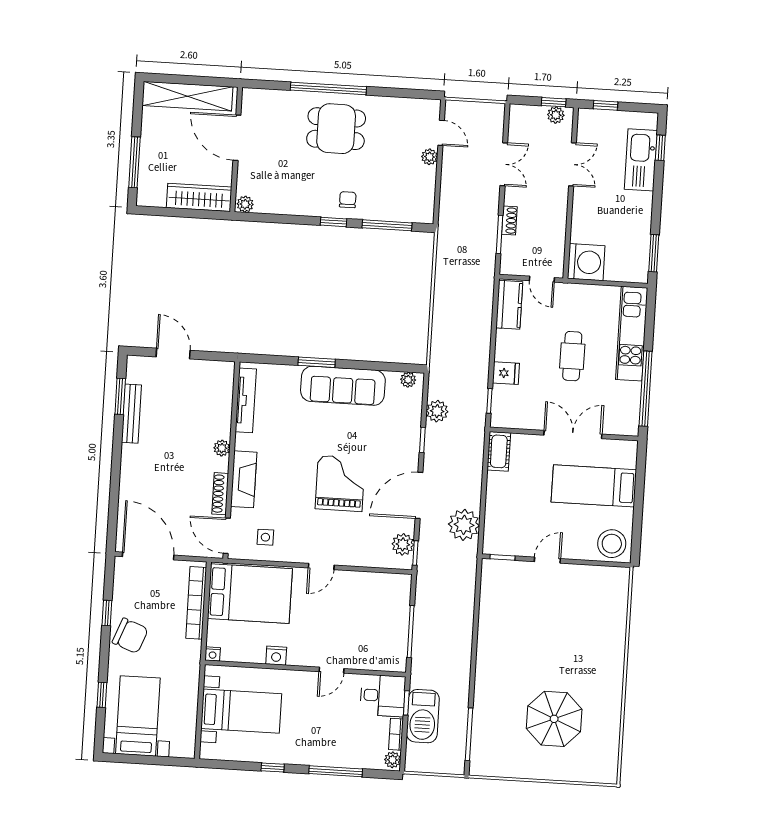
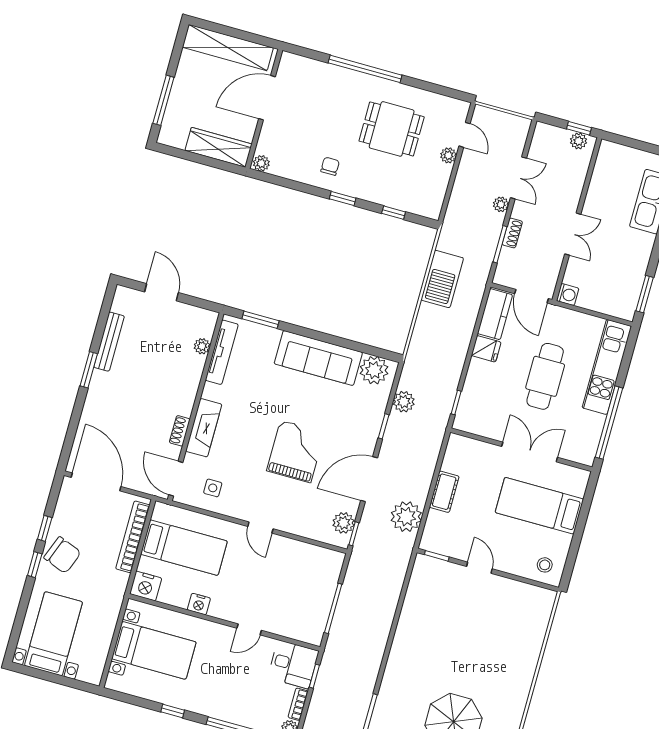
window: (606, 105) -> (628, 142), removed
dining table: (336, 129) -> (392, 129), moved
door: (237, 138) -> (267, 98), hinge flipped
double door: (572, 164) -> (573, 234), moved
plant: (492, 194) -> (501, 204), added
chair: (348, 200) -> (330, 166), moved
window: (387, 225) -> (394, 213), width x0.46
washing machine: (586, 262) -> (568, 295), width x0.53, depth x0.53
door: (542, 279) -> (532, 296), width x1.38
cafe table: (572, 356) -> (545, 376), width x1.37, depth x1.35
window: (317, 362) -> (261, 320), moved
fridge: (506, 373) -> (486, 349), moved
plant: (408, 380) -> (374, 370), width x1.87, depth x1.87
window: (120, 396) -> (89, 370), moved
plant: (222, 448) -> (202, 346), moved
cot: (499, 451) -> (444, 492), moved
shoe rack: (220, 494) -> (180, 431), width x0.70
stool: (612, 544) -> (545, 565), width x0.53, depth x0.53
door: (547, 560) -> (479, 568), hinge flipped
door: (321, 567) -> (260, 528), hinge flipped
bed: (250, 594) -> (184, 548), width x0.67
nightstand: (213, 654) -> (146, 586), width x1.89, depth x1.79
window: (102, 695) -> (35, 565), moved
barbecue: (423, 716) -> (442, 279), moved

